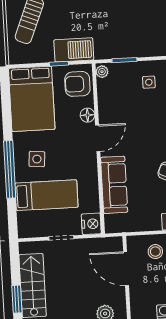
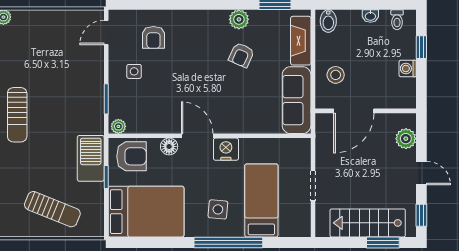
armchair: (77, 84) -> (131, 156), turned -90
sofa: (114, 185) -> (297, 100), moved, turned -90
nightstand: (91, 224) -> (226, 149), moved

